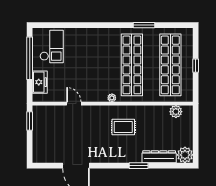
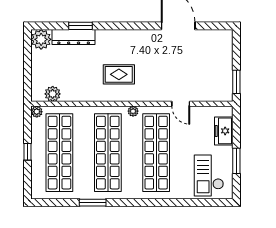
window: (30, 58) -> (236, 161), width x0.47
shop shelf: (93, 65) -> (156, 153), added
plant: (188, 97) -> (37, 112), added
window: (139, 166) -> (81, 26), moved

